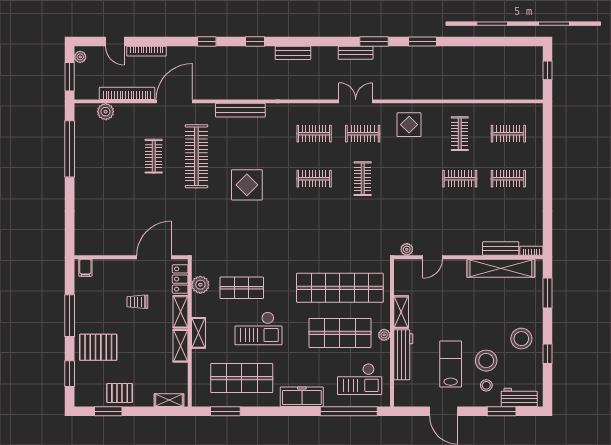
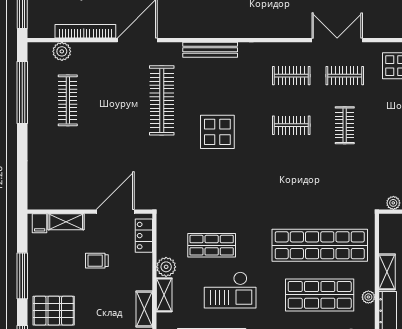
double door: (356, 101) -> (337, 40), width x1.37
clothes rail: (154, 156) -> (68, 100), moved, width x1.36
plant: (200, 285) -> (166, 267), moved
shelving: (181, 312) -> (66, 222), moved, turned 90

